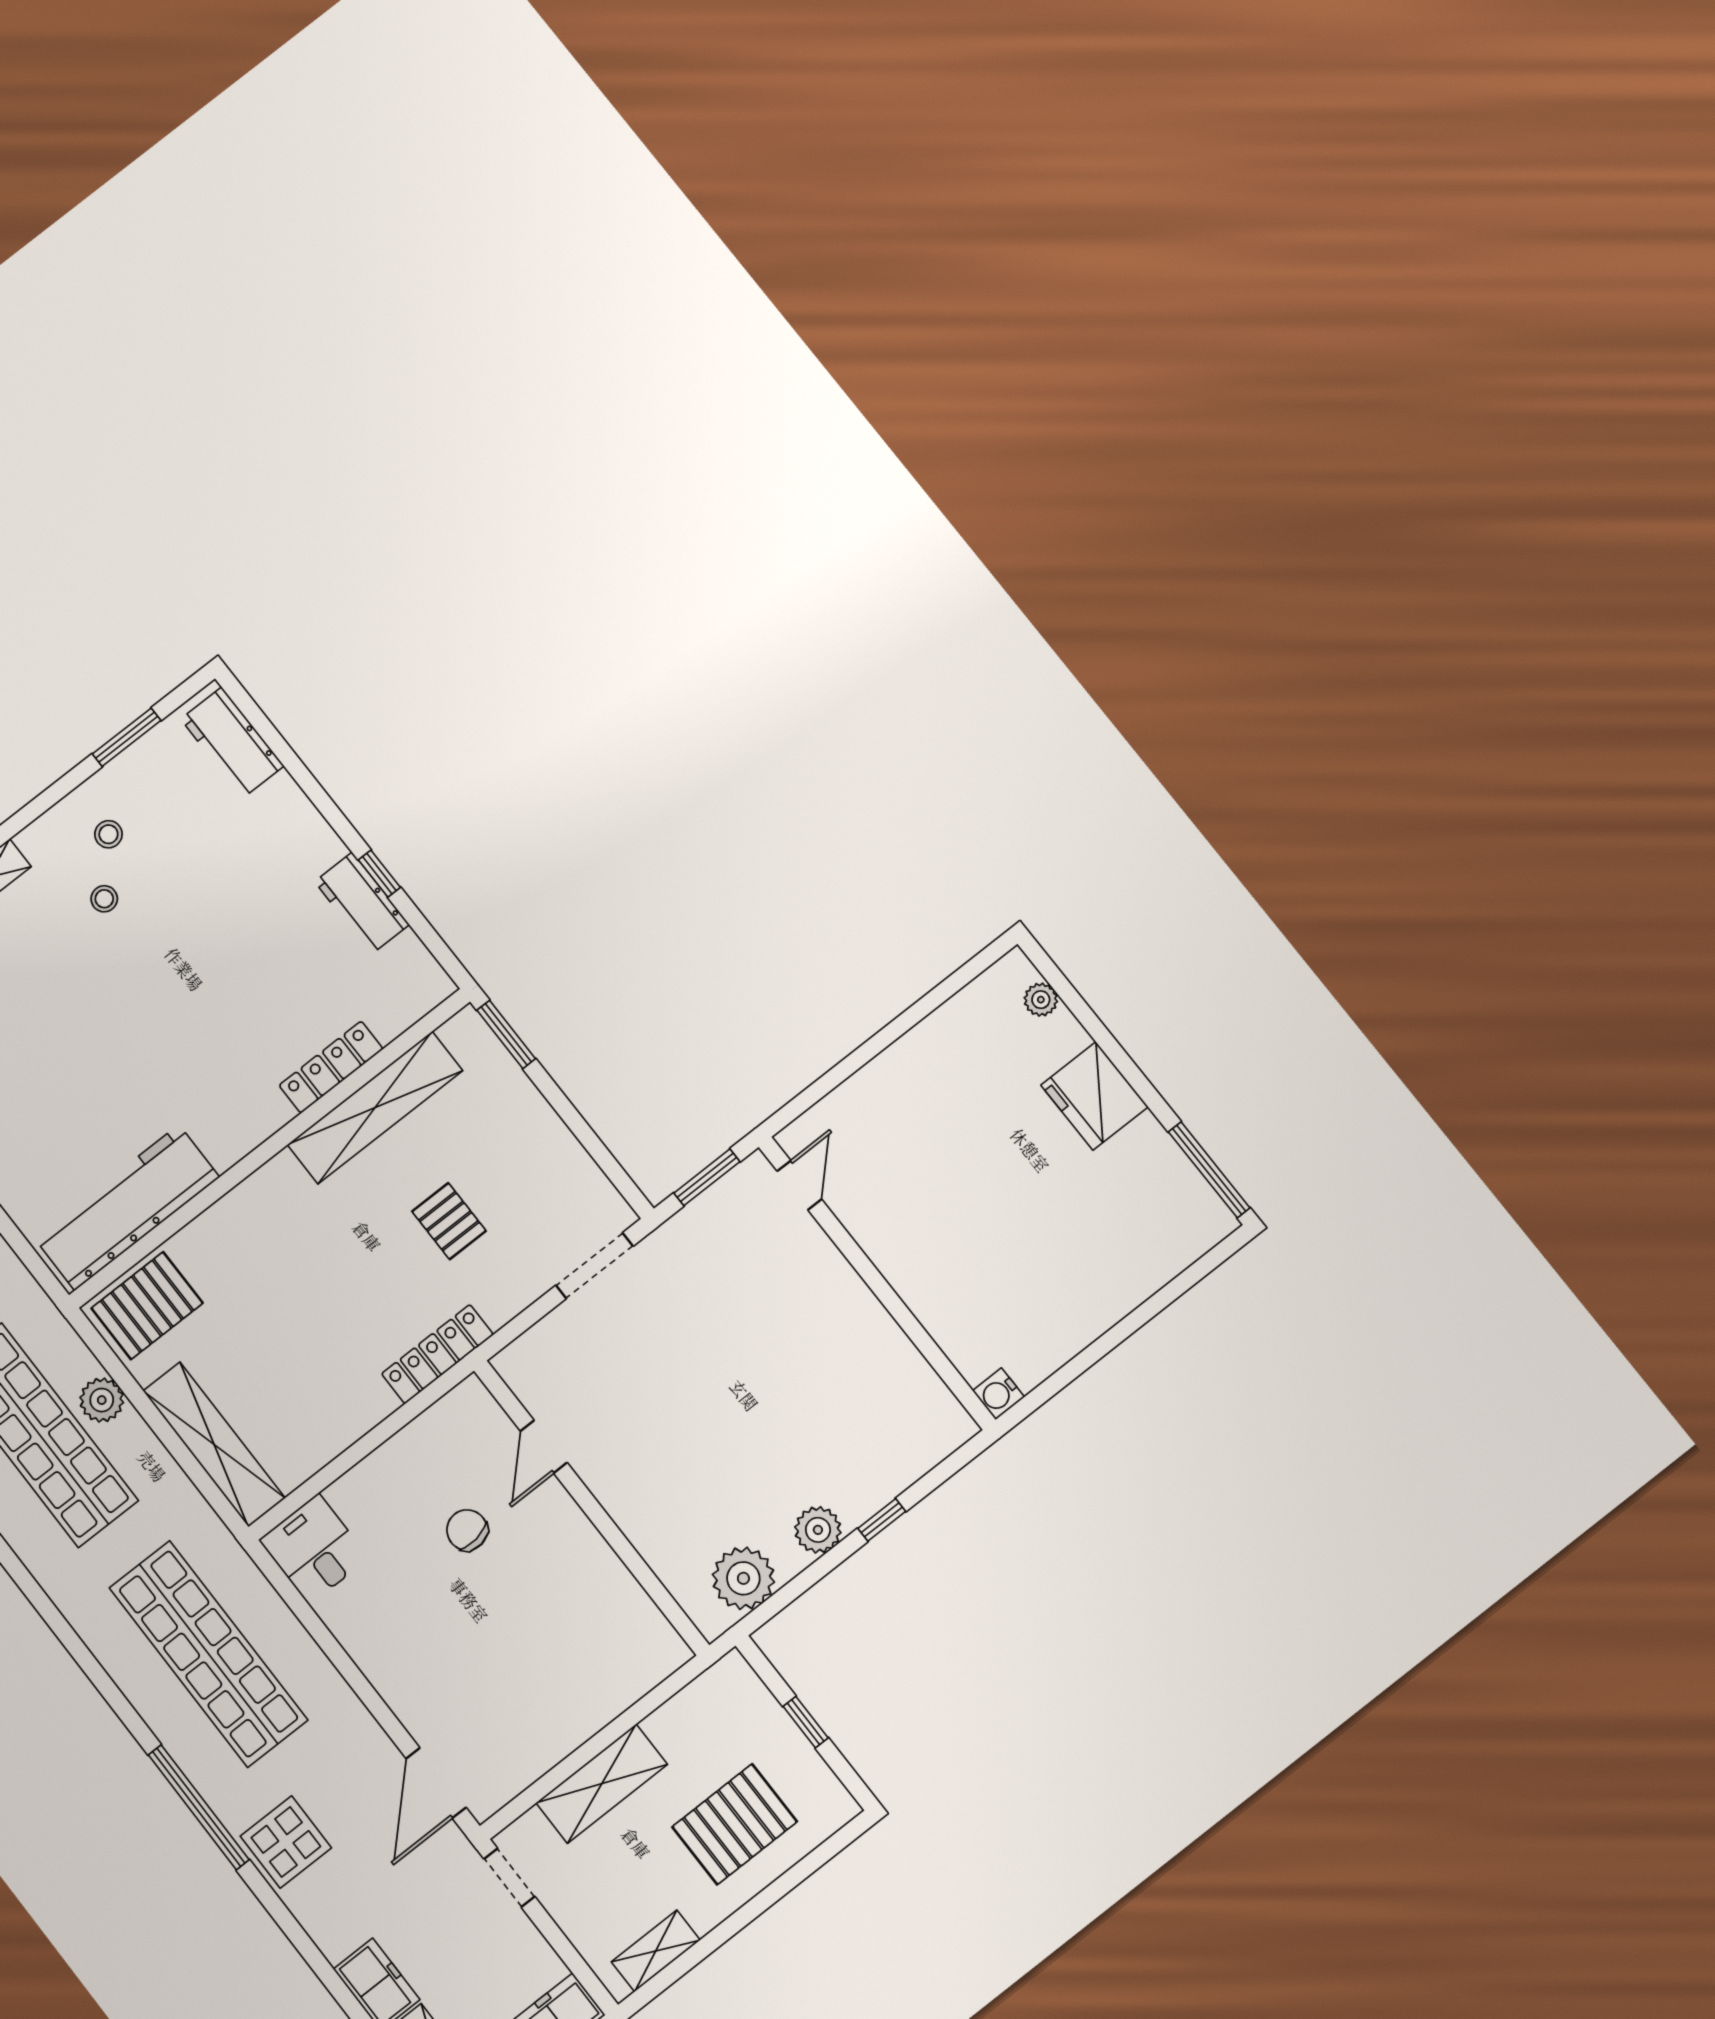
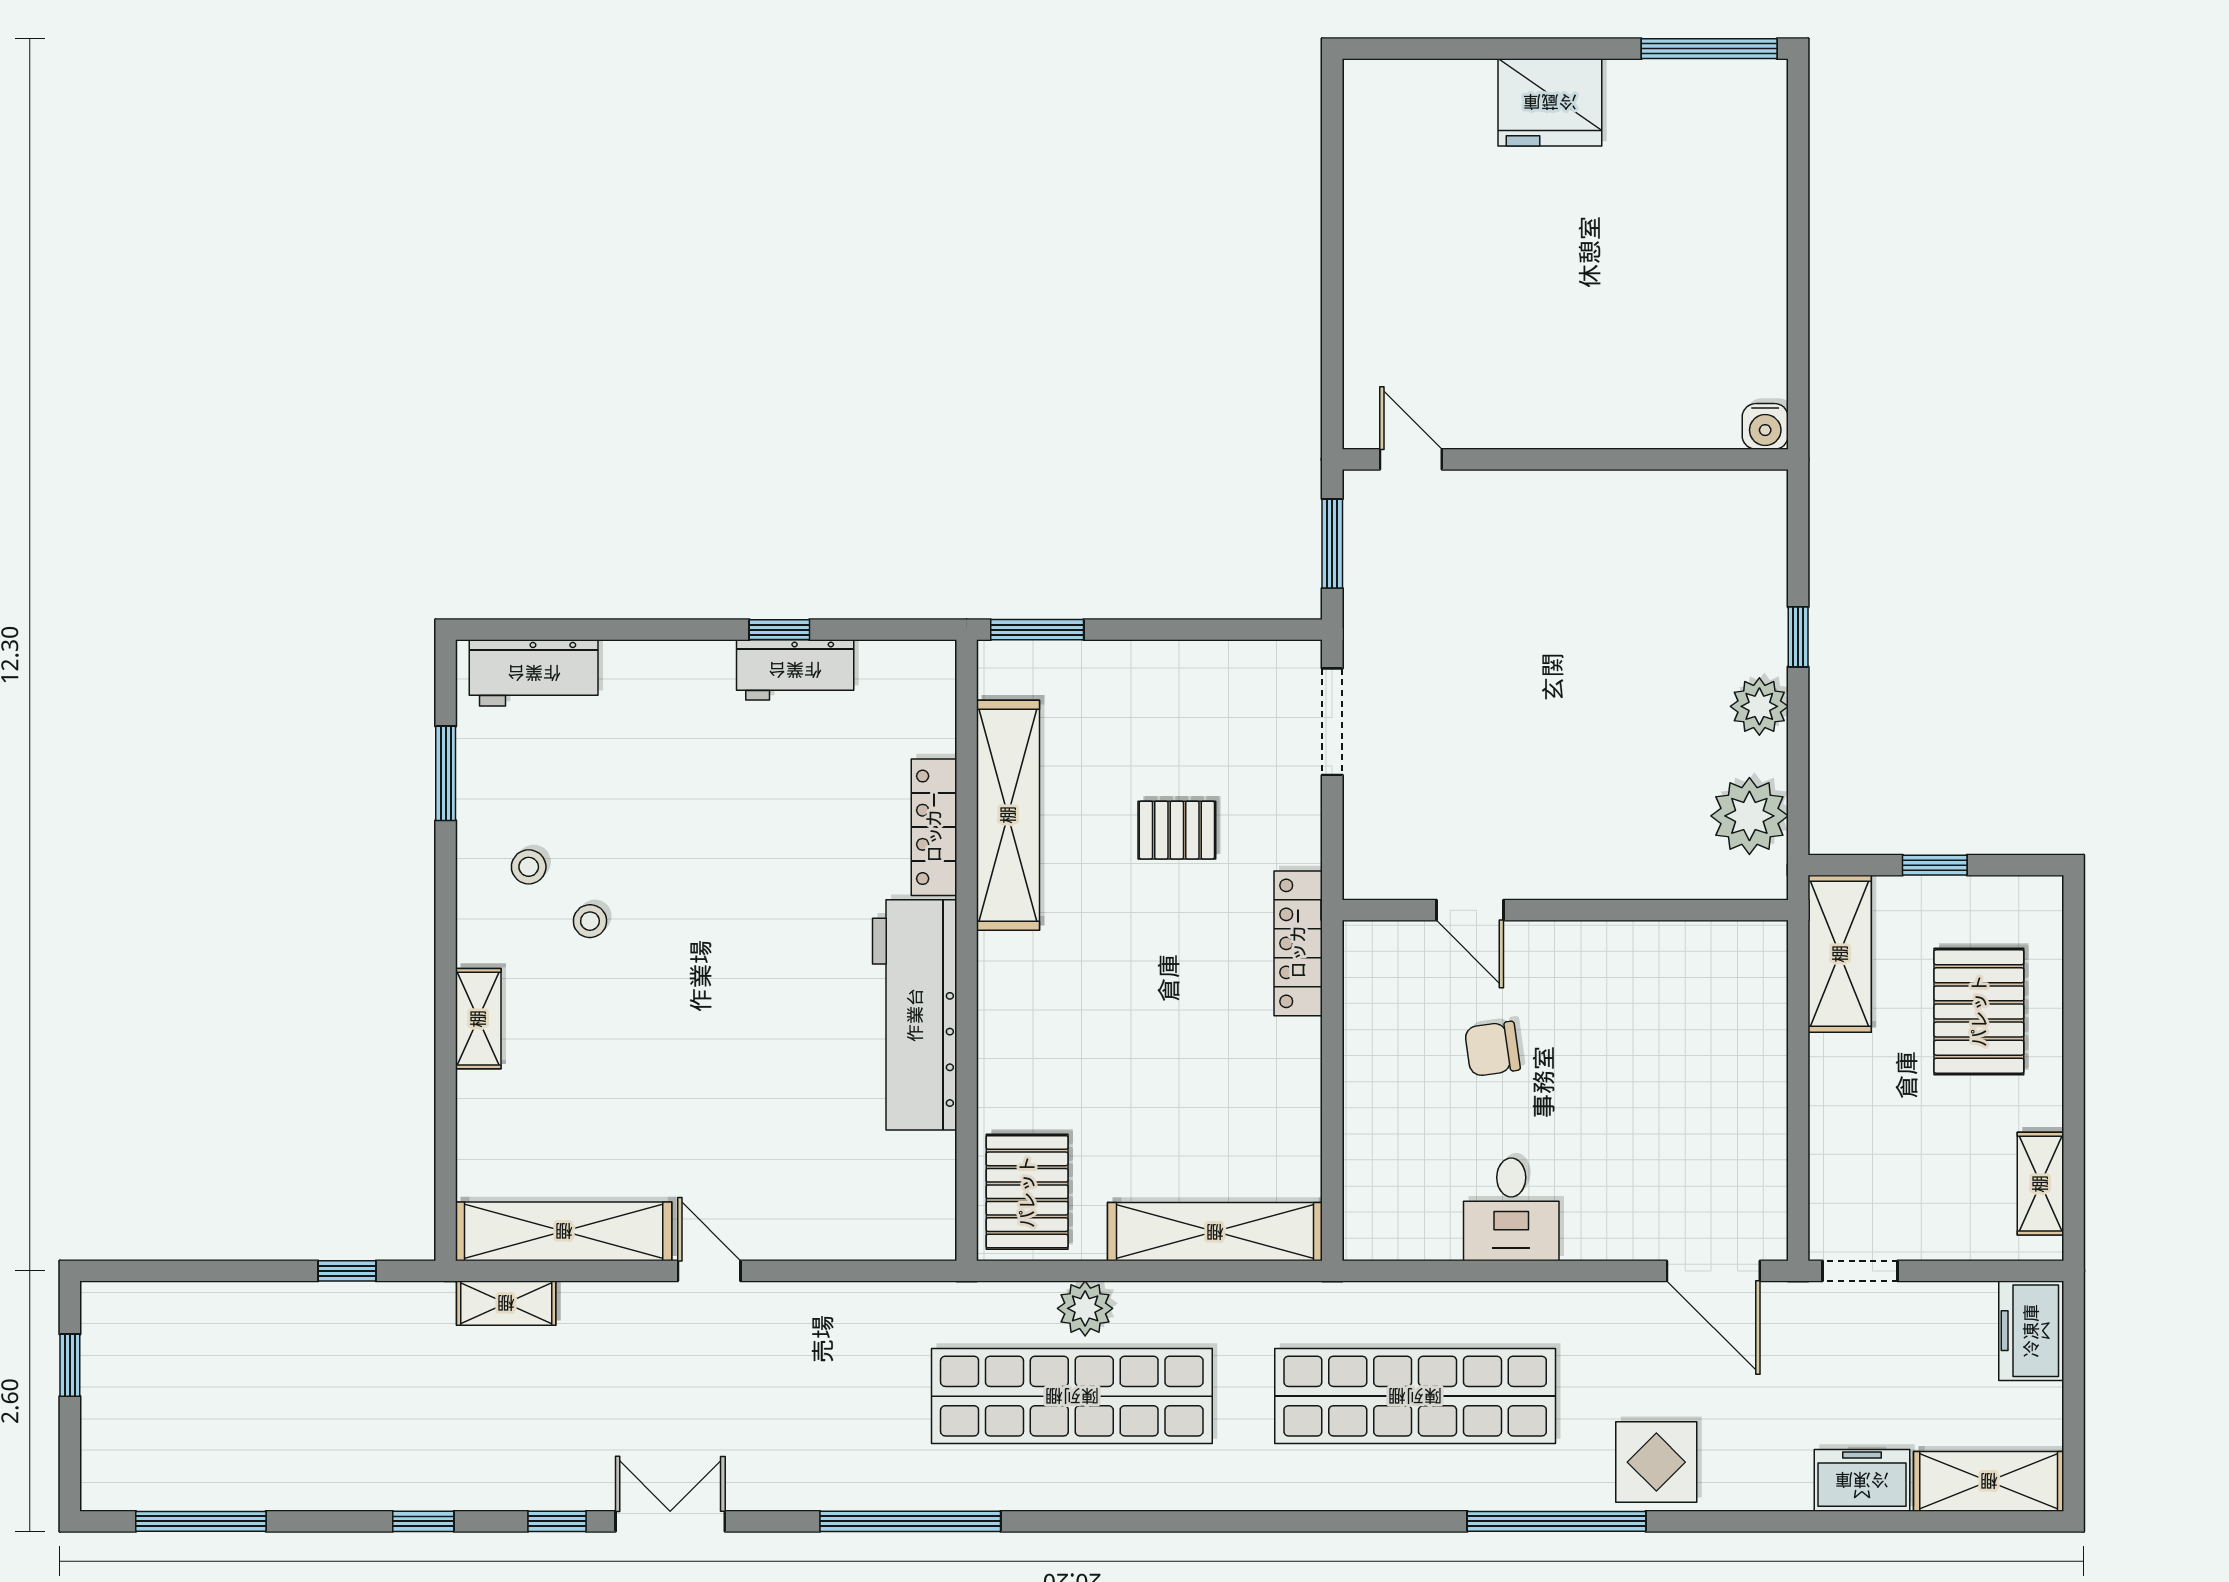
plant: (1041, 1000) -> (1415, 79), removed
workbench: (127, 1207) -> (915, 1015), moved
desk: (314, 1549) -> (1511, 1209), moved, turned -90
shelving: (602, 1784) -> (1840, 954), moved

